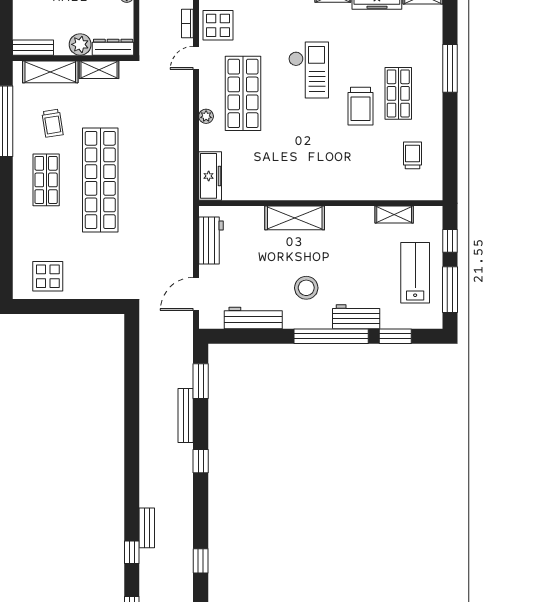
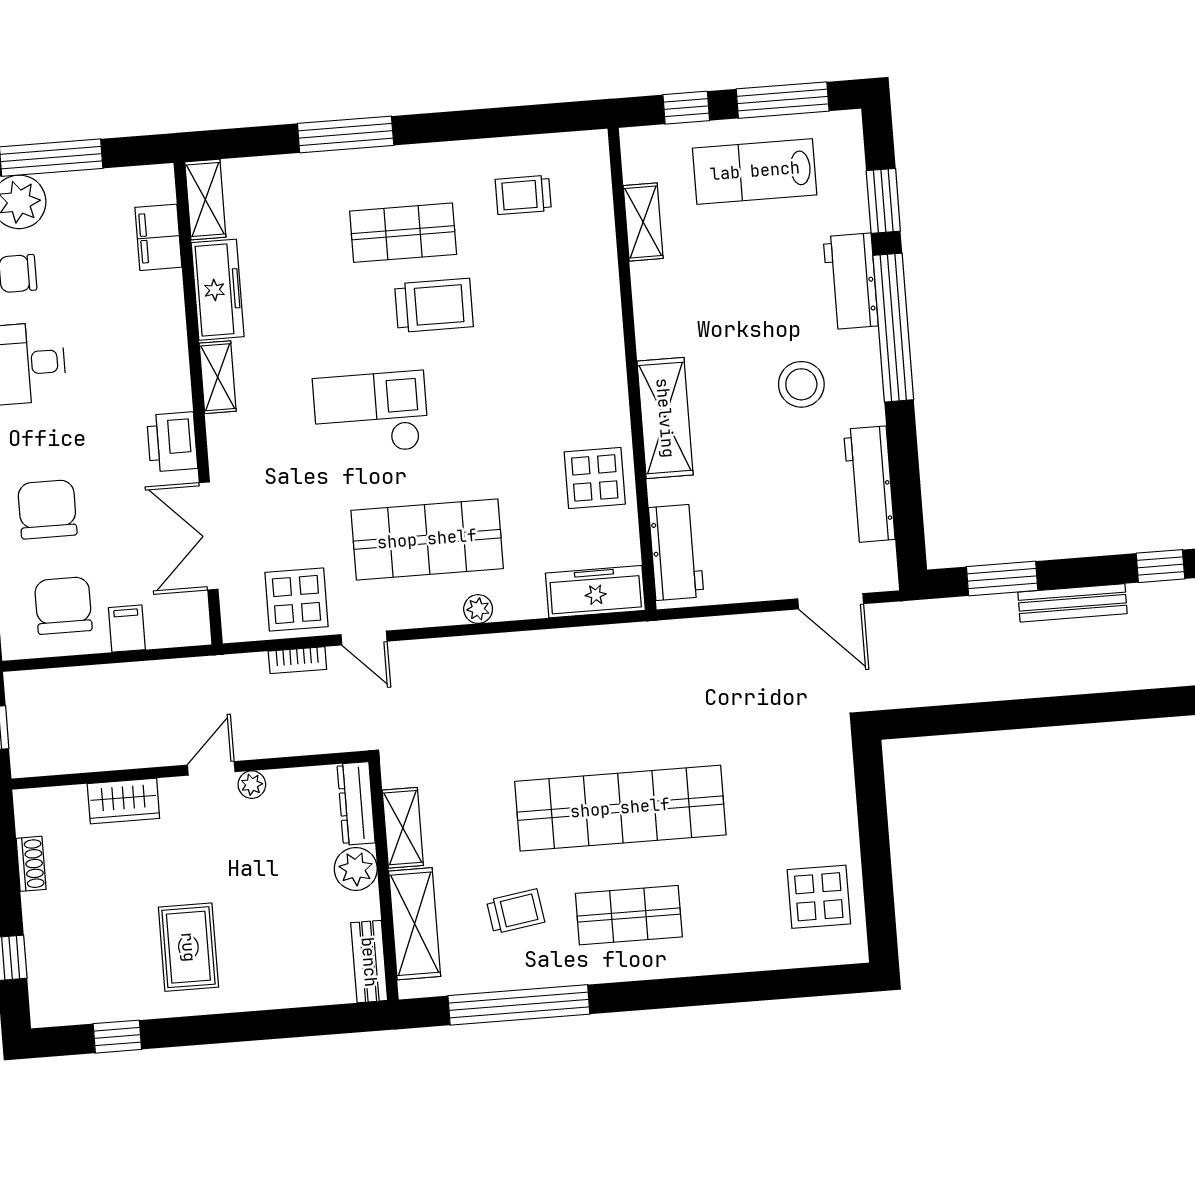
display table: (267, 180) -> (595, 478), added
workbench: (211, 241) -> (676, 552), moved, turned 90

